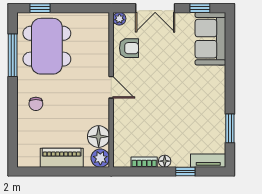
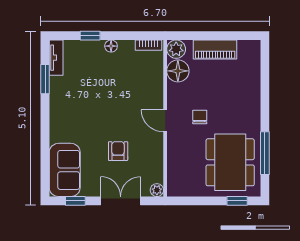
armchair: (129, 48) -> (118, 151), moved, turned 90
chair: (36, 104) -> (200, 117), moved
tv unit: (208, 161) -> (56, 58), moved, turned -90
bookcase: (144, 162) -> (148, 45), moved

